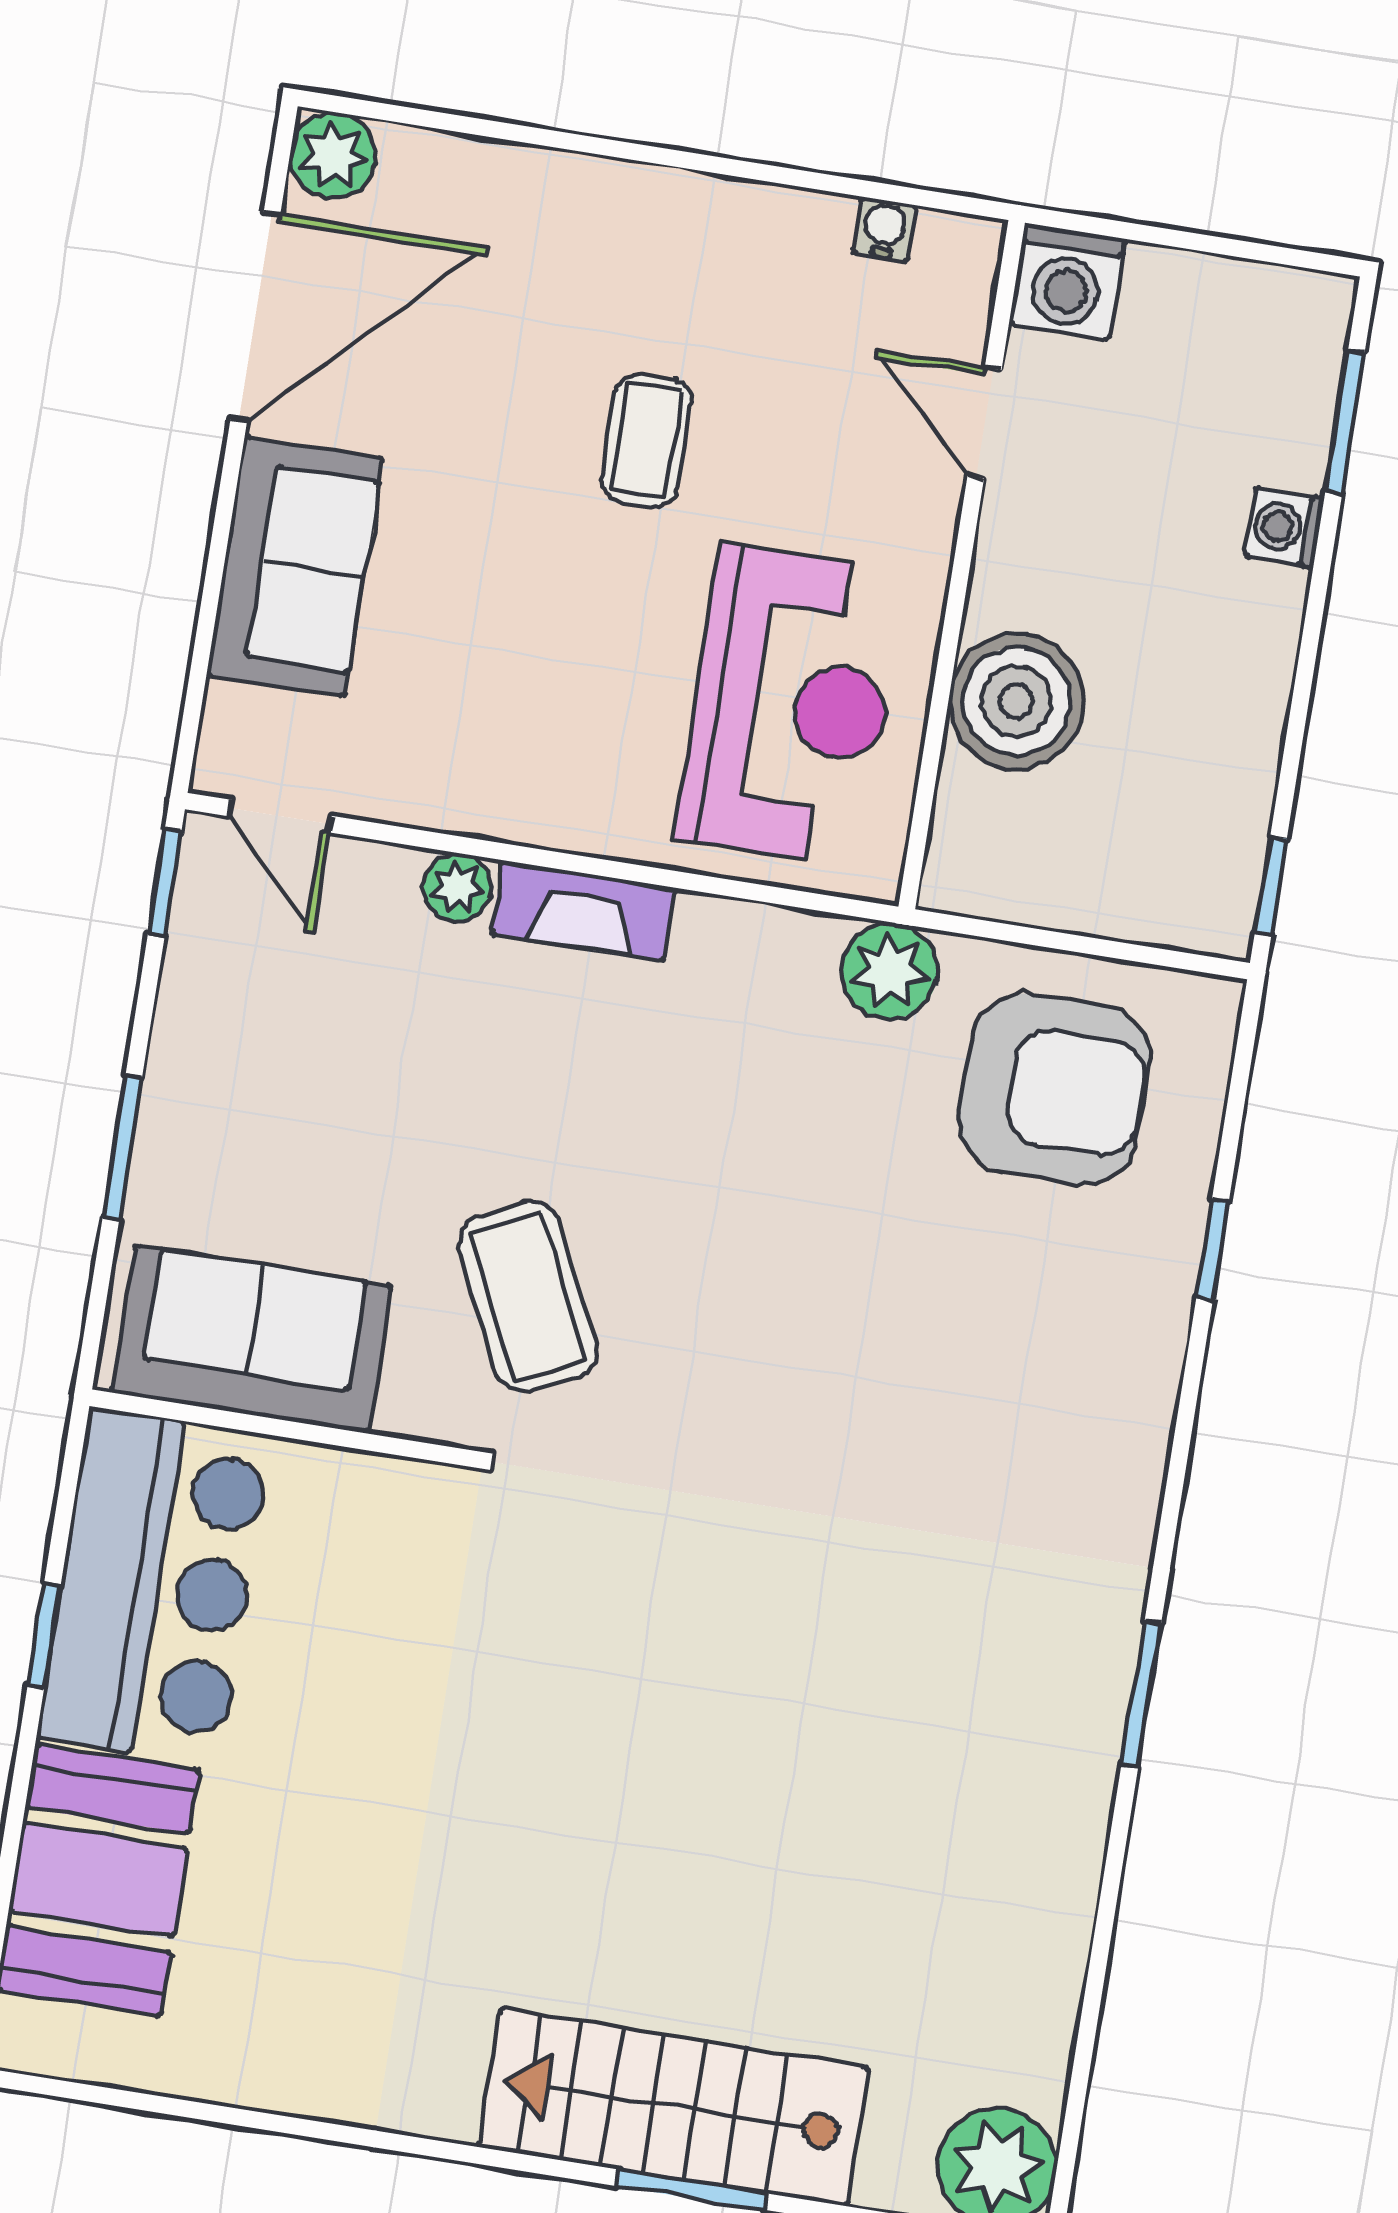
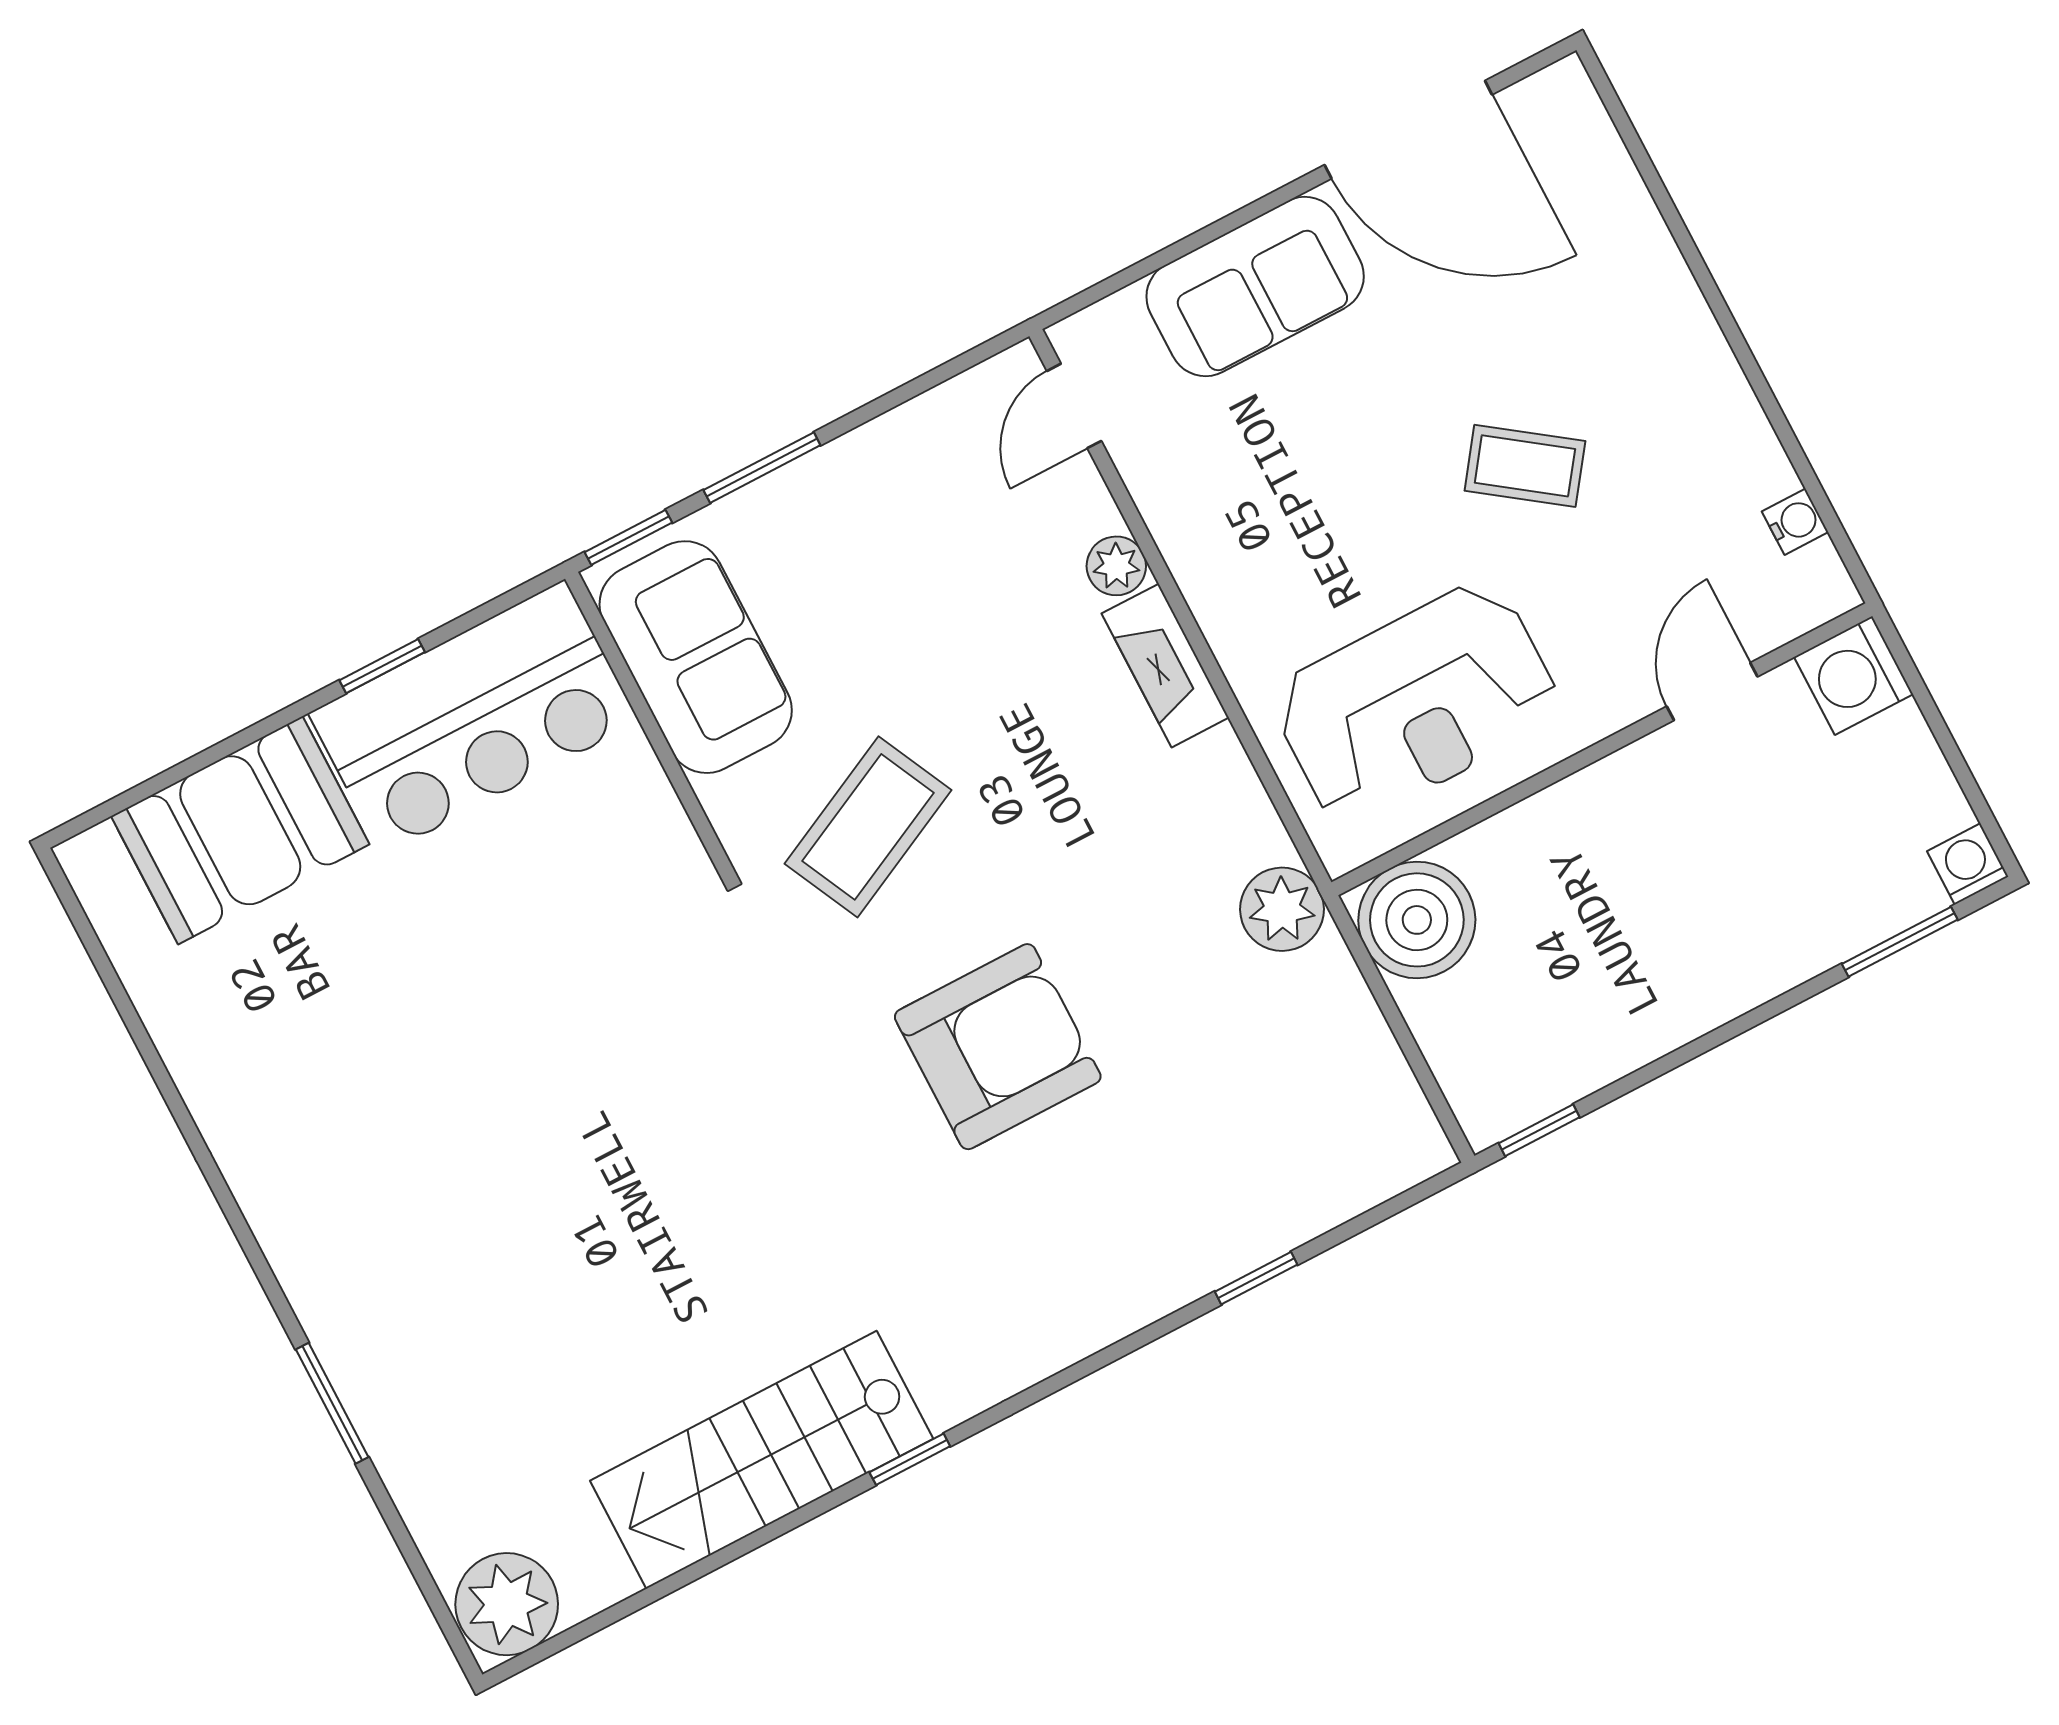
plant: (333, 155) -> (1561, 100), removed
coffee table: (647, 441) -> (1525, 466), turned 36
washing machine: (1284, 527) -> (1968, 864), moved
boiler: (1016, 701) -> (1417, 920), moved
window: (165, 883) -> (628, 537), moved
armchair: (1054, 1089) -> (998, 1047), moved, turned -90
window: (1141, 1694) -> (910, 1459), width x0.67
stairs: (673, 2107) -> (762, 1460), moved, turned -90

